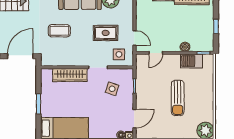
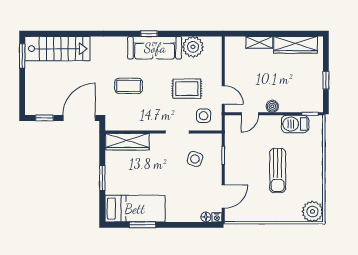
boiler: (185, 47) -> (272, 106), moved
wardrobe: (70, 75) -> (127, 142), moved

